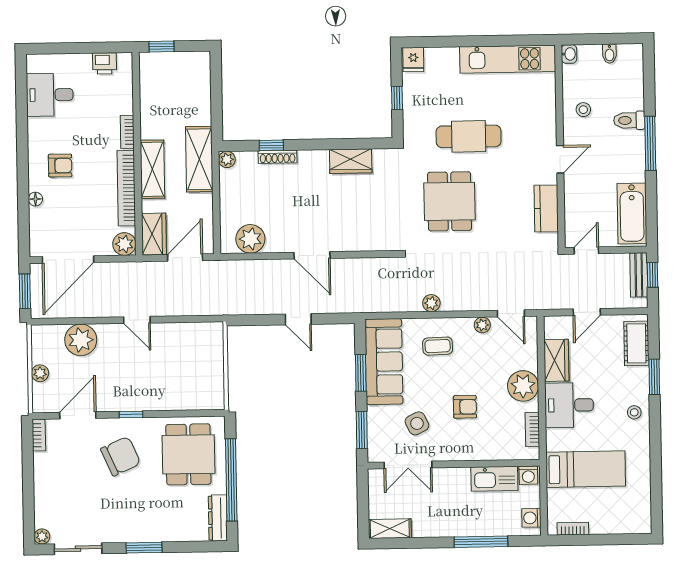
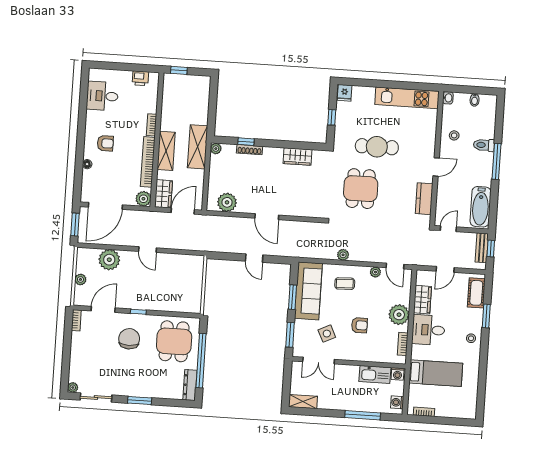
chair: (121, 456) -> (129, 339), turned -66

